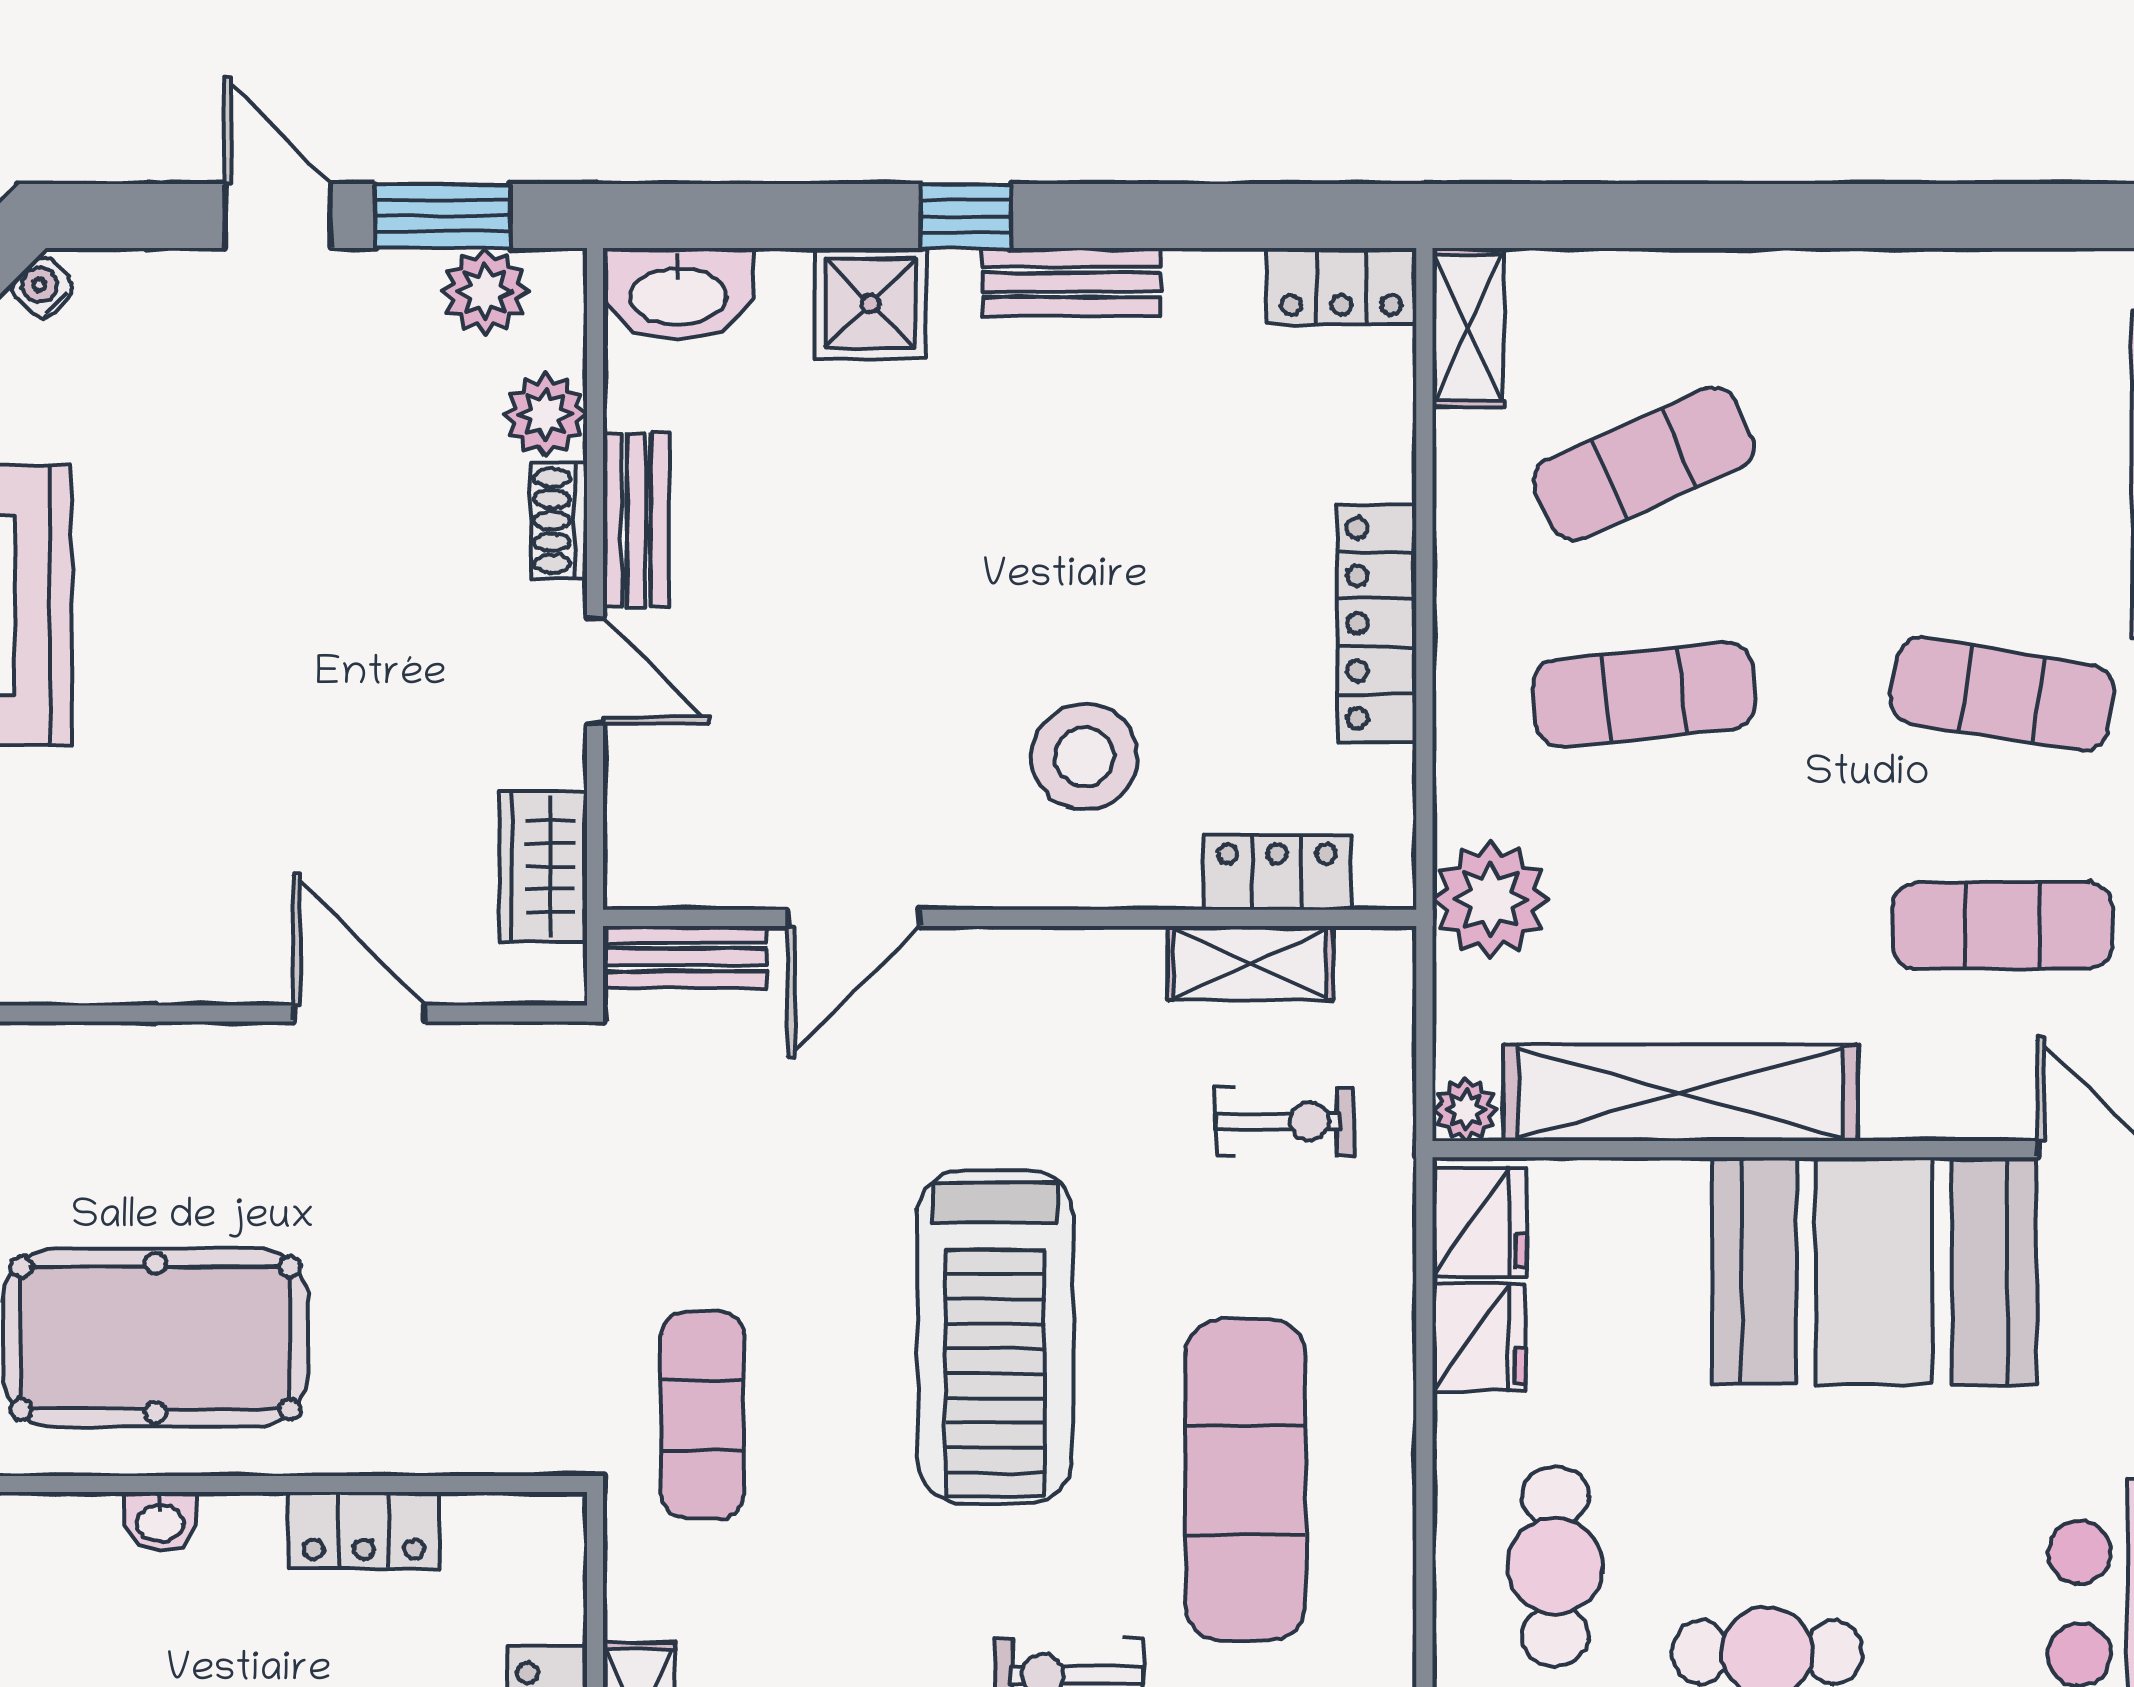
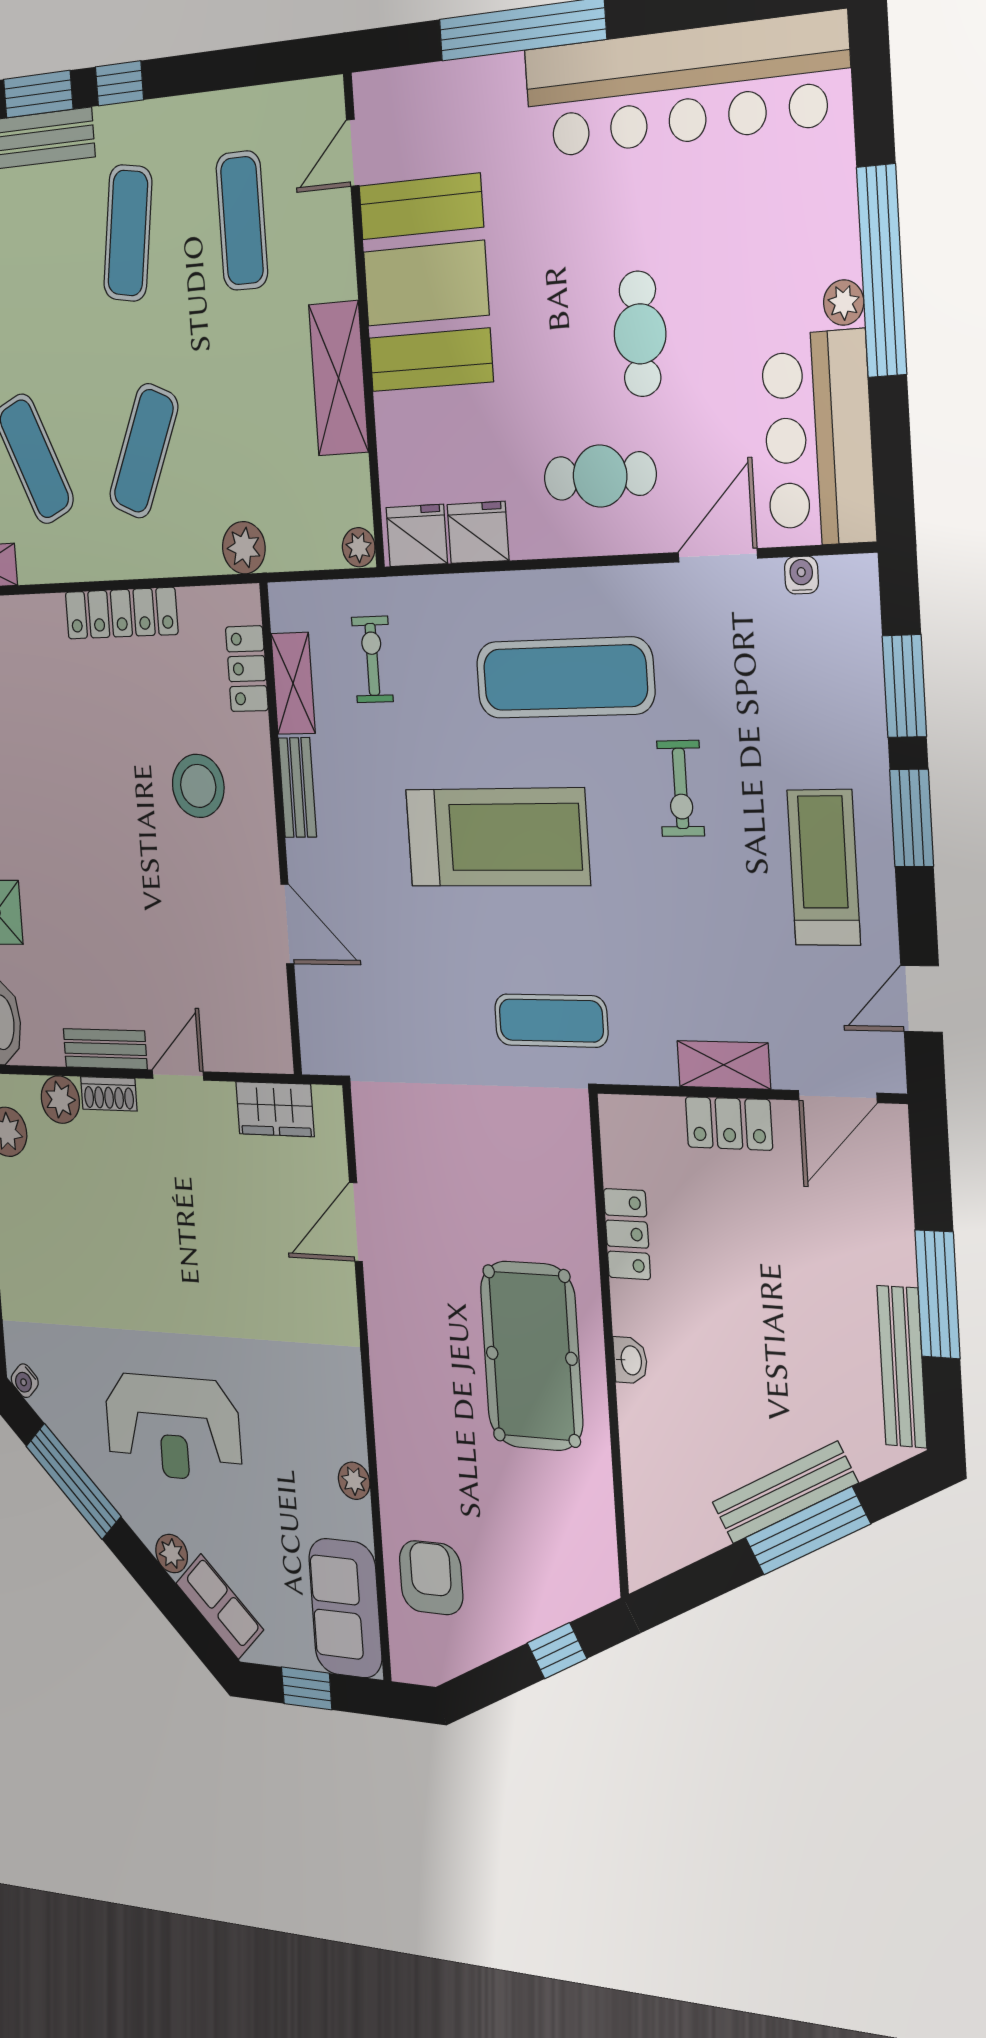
exercise mat: (1644, 695) -> (144, 451), turned 30
plant: (1491, 899) -> (244, 548), width x0.73, depth x0.73
bench: (685, 957) -> (297, 788), moved
shelving: (1681, 1093) -> (338, 378), width x0.68

